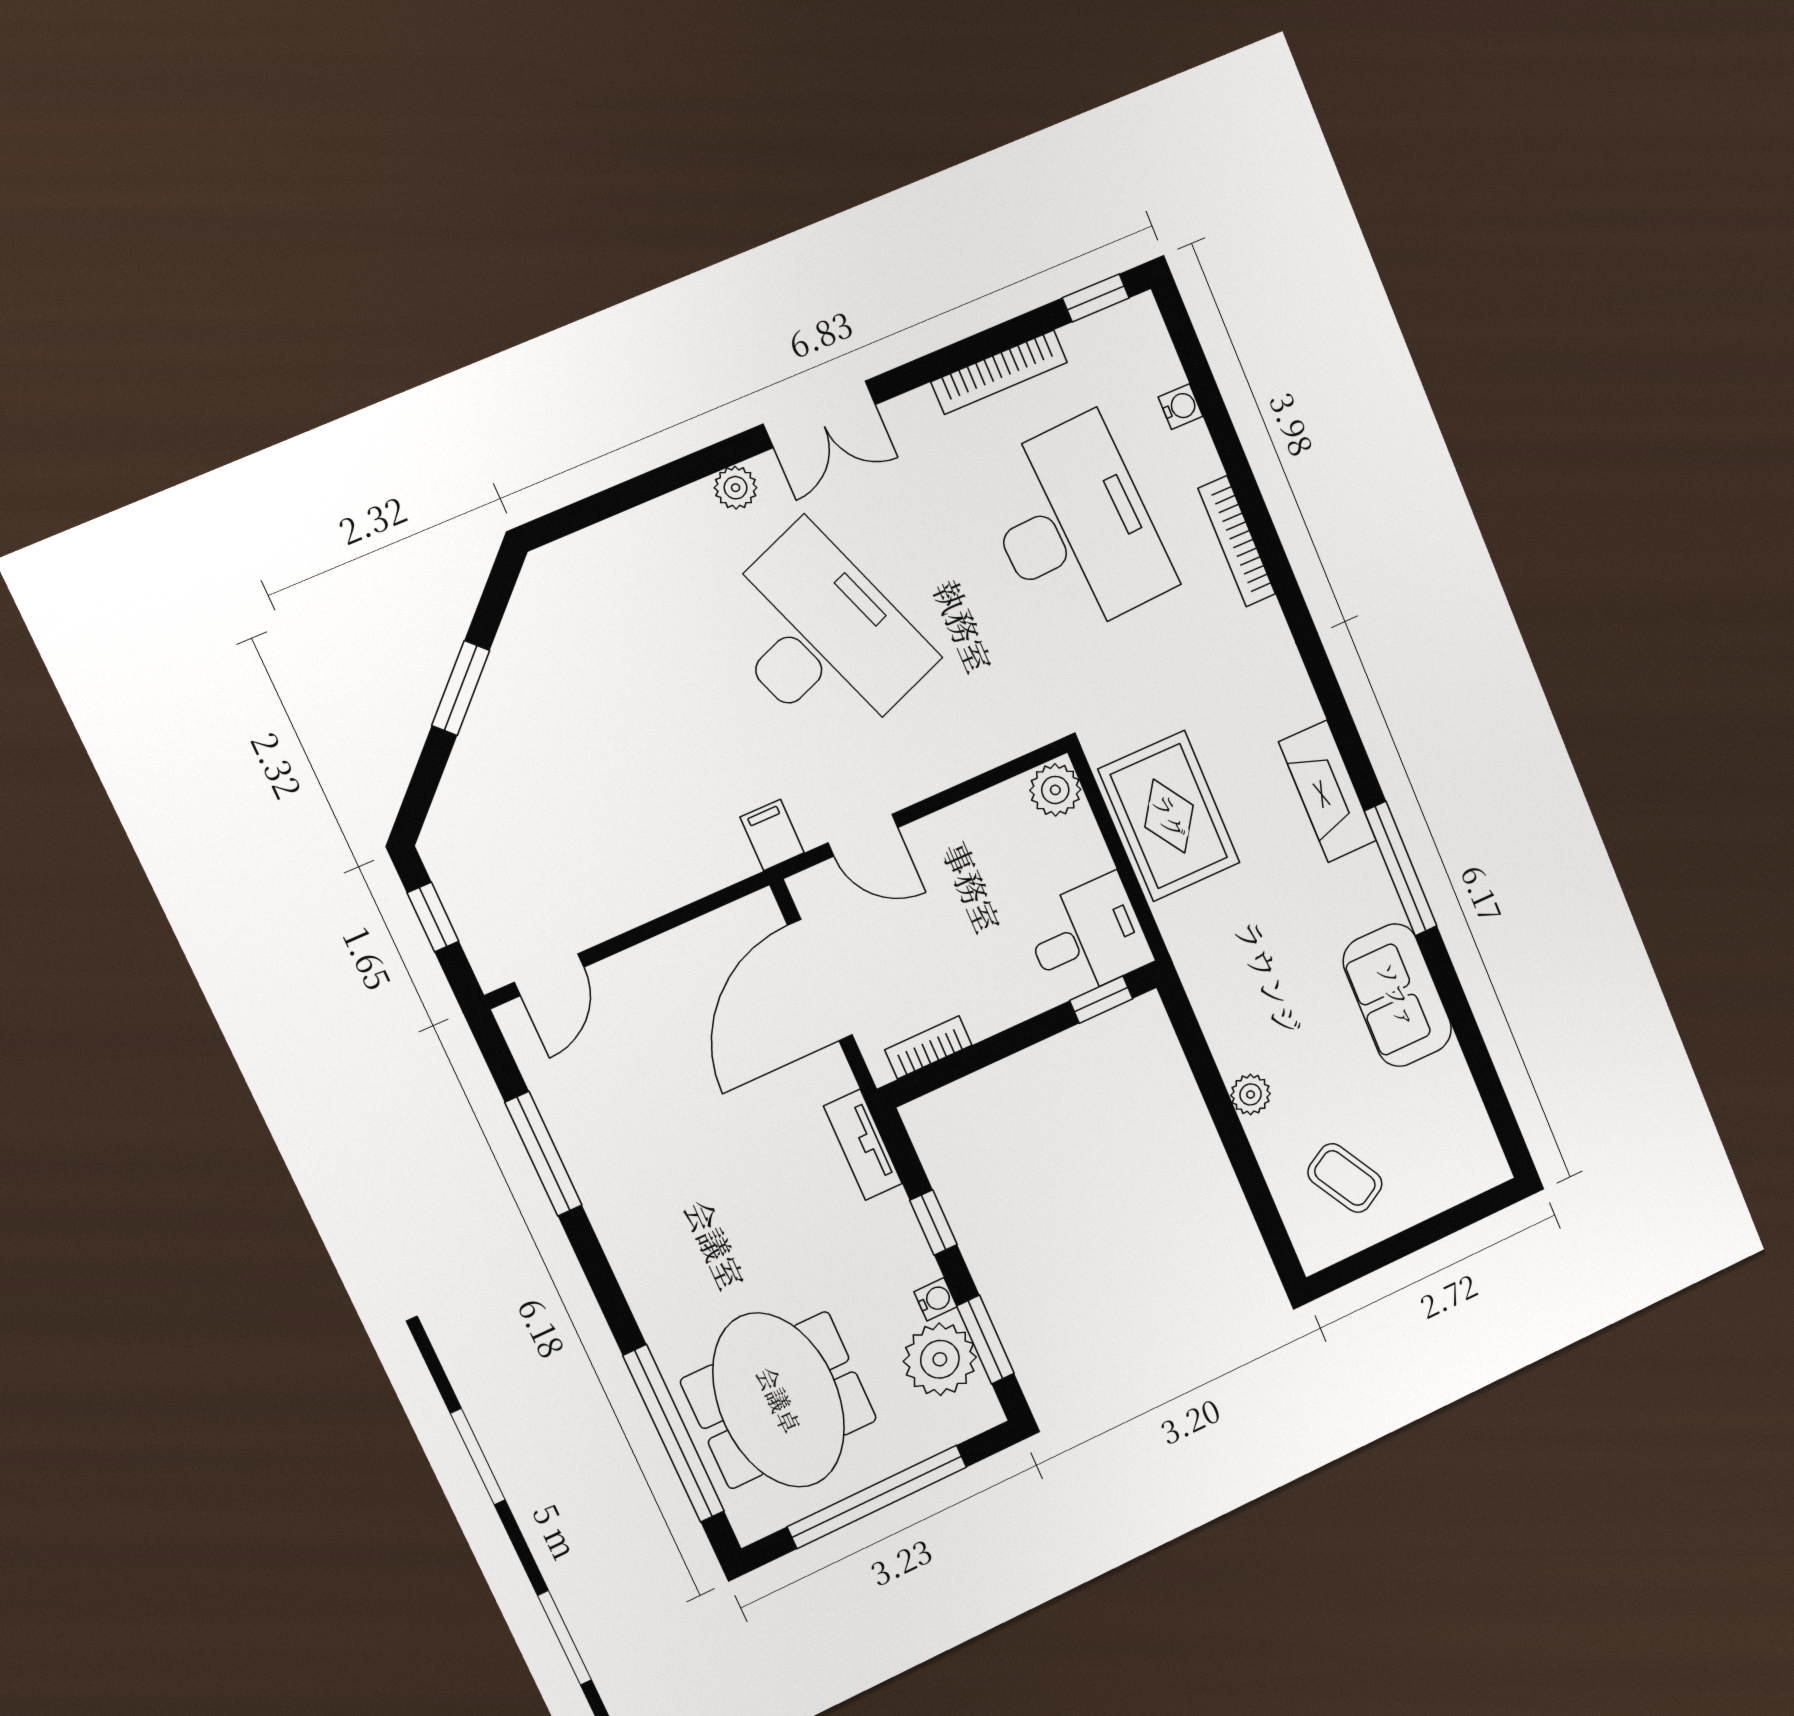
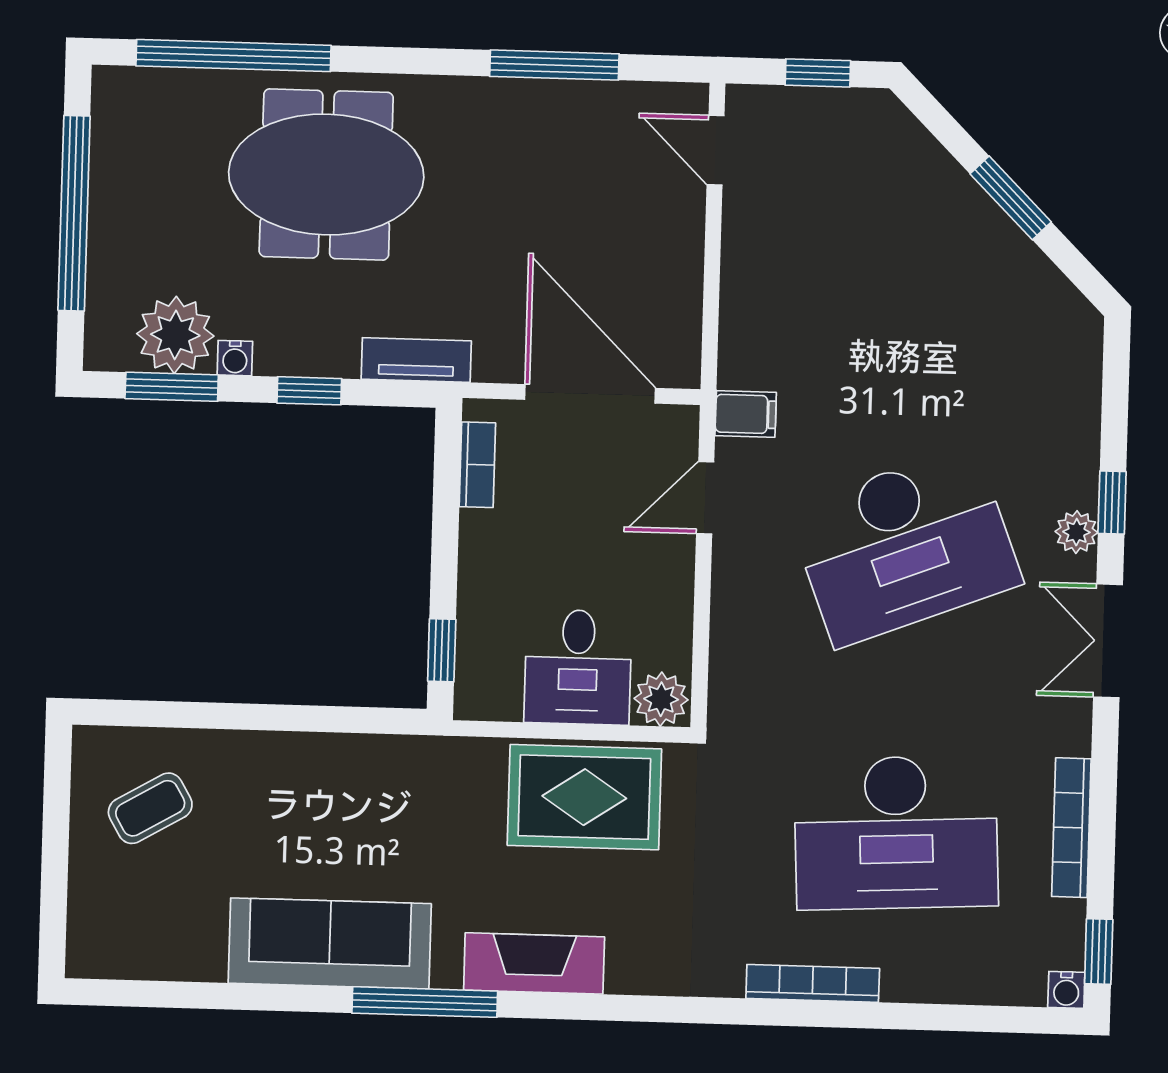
water cooler: (1181, 407) -> (1066, 990), moved
window: (694, 467) -> (1112, 503), added
desk: (1088, 937) -> (578, 667), moved
sofa: (1397, 995) -> (330, 943), width x1.36
plant: (1251, 1094) -> (279, 753), removed
meeting table: (779, 1400) -> (326, 174), moved

